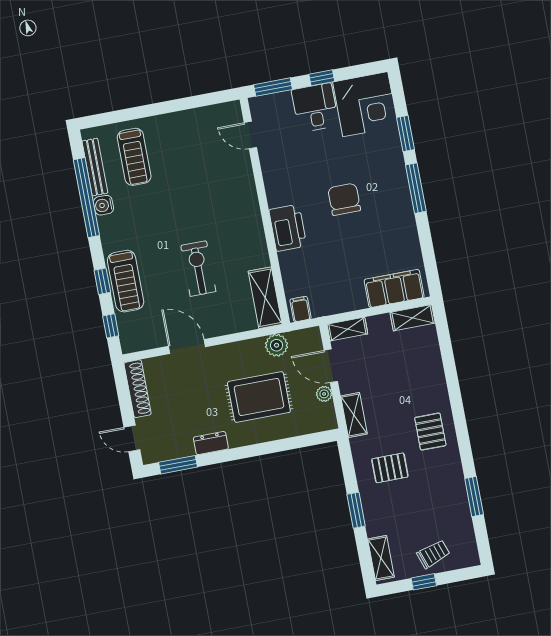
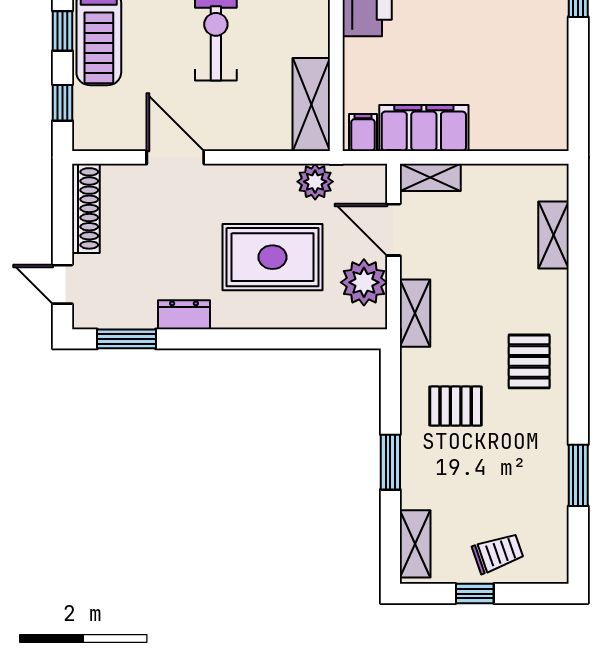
filing cabinet: (394, 288) -> (424, 128), moved
shelving: (413, 318) -> (554, 235), moved, turned 90
plant: (324, 394) -> (364, 282), width x1.87, depth x1.87

